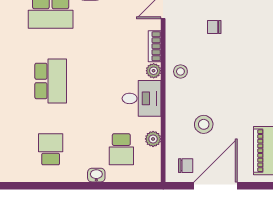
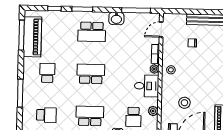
school desk: (51, 81) -> (91, 74), turned -90
school desk: (51, 149) -> (90, 116), width x1.85

